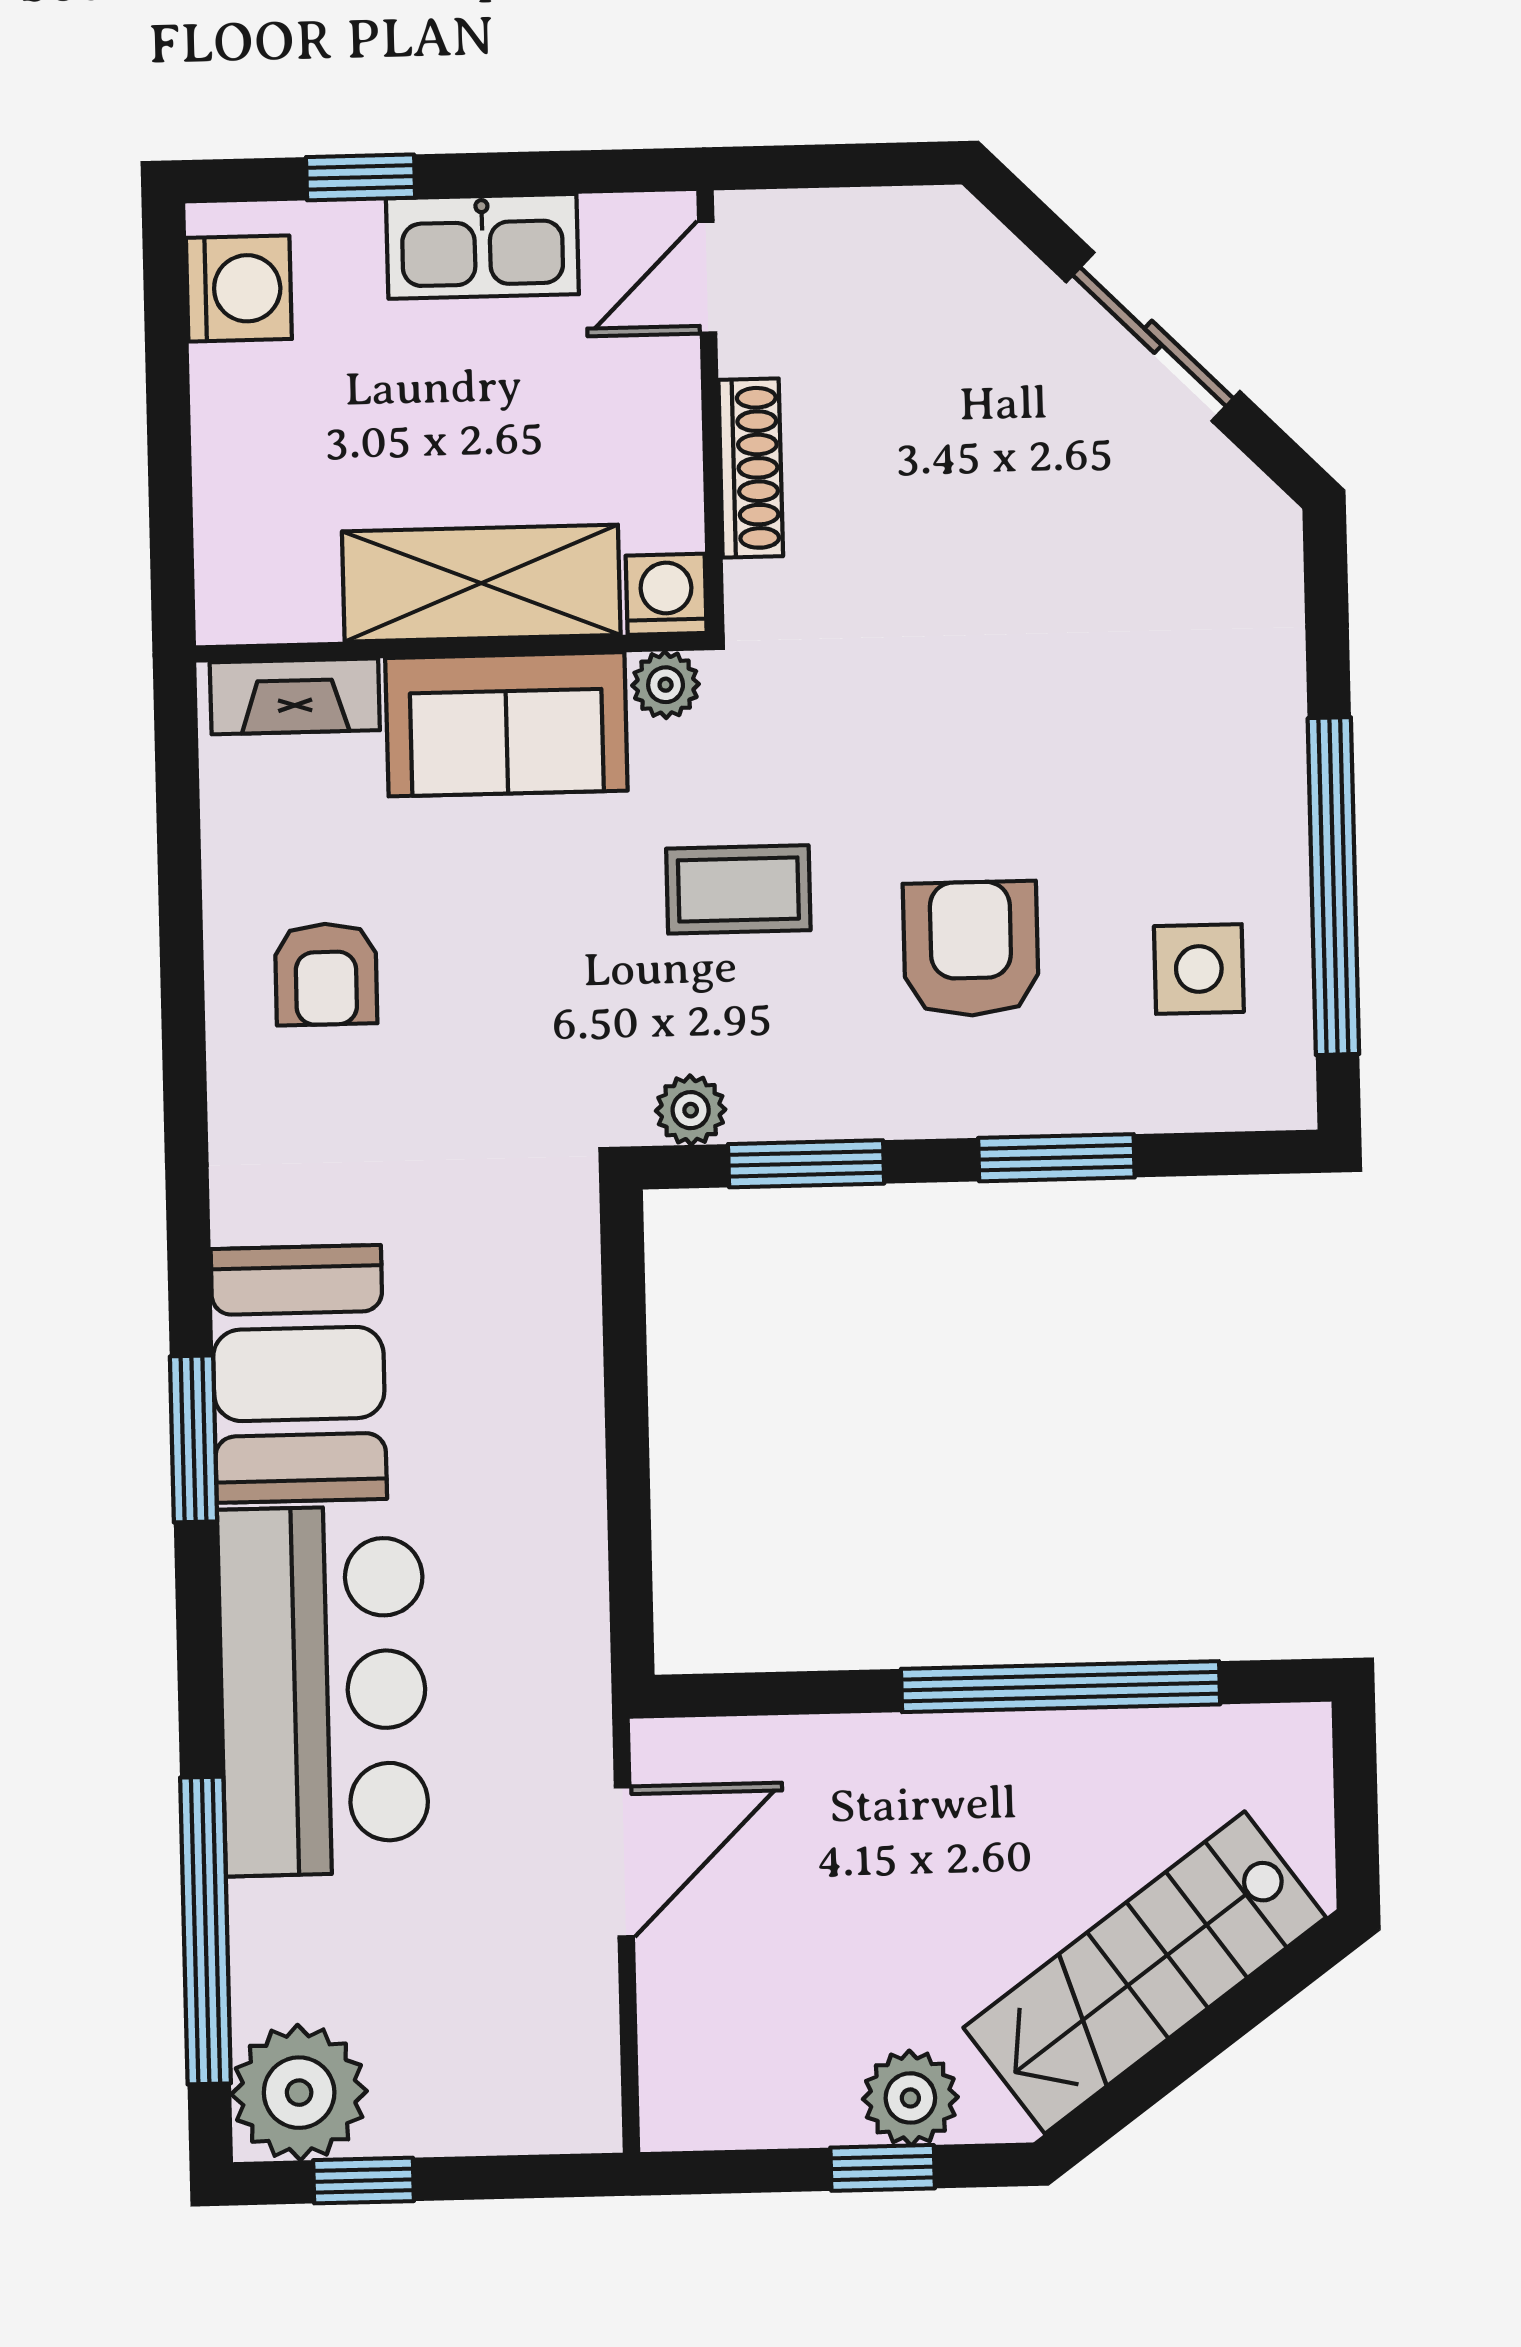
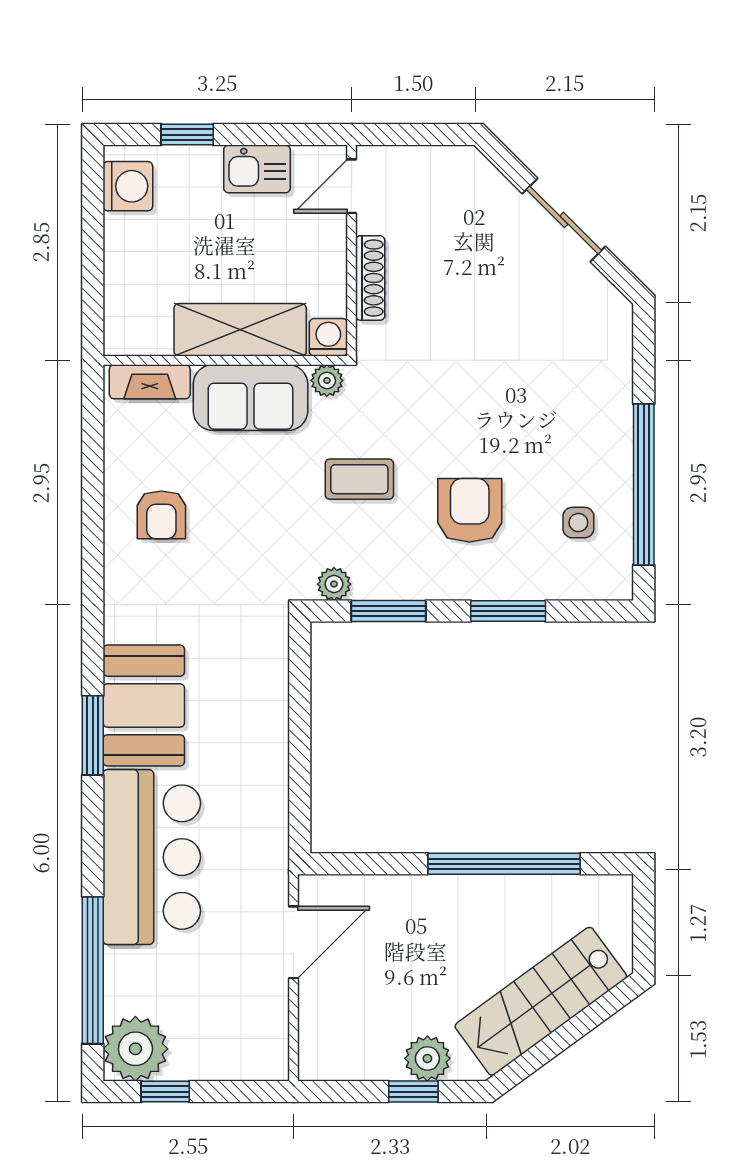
kitchen sink: (482, 246) -> (257, 169), width x0.73
side table: (1199, 969) -> (578, 523), width x0.73, depth x0.73

